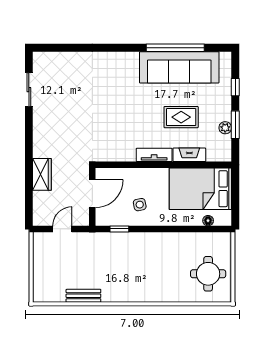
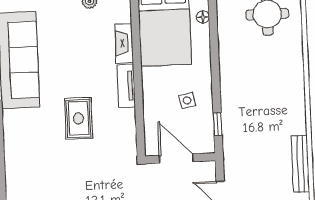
rug: (181, 117) -> (79, 118), moved
bench: (83, 296) -> (300, 164), width x1.36

